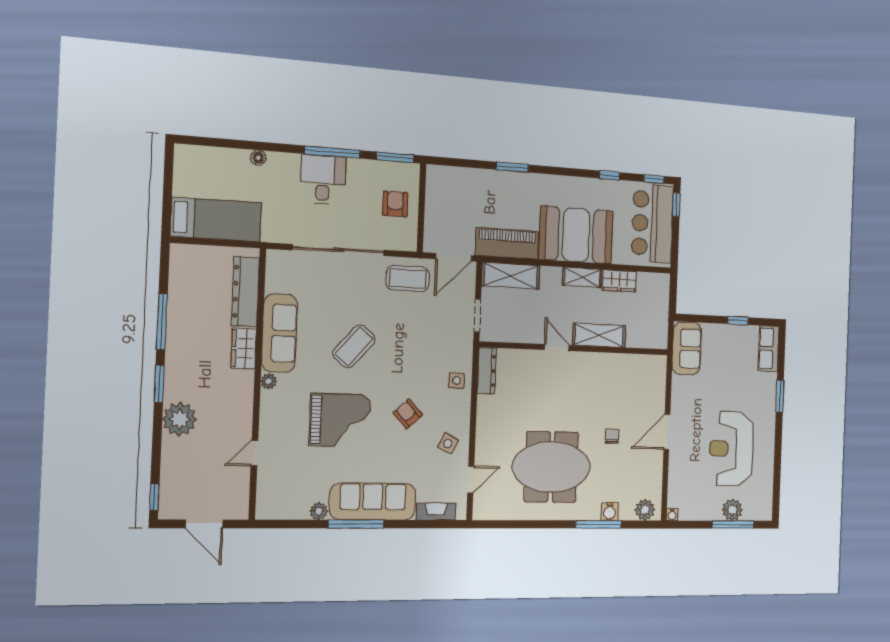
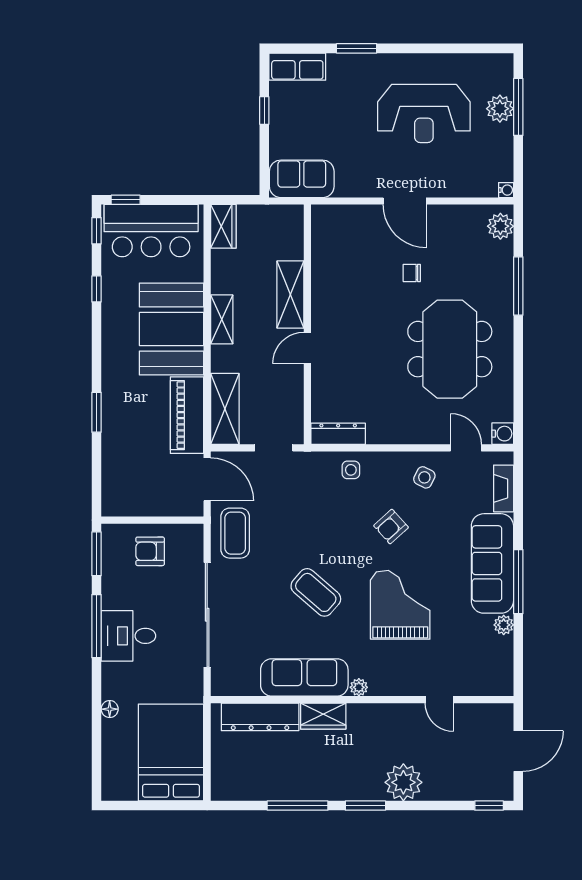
bed: (216, 220) -> (171, 752), width x1.50
wardrobe: (619, 281) -> (223, 226), moved
water cooler: (610, 512) -> (503, 434), moved

